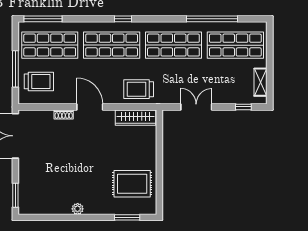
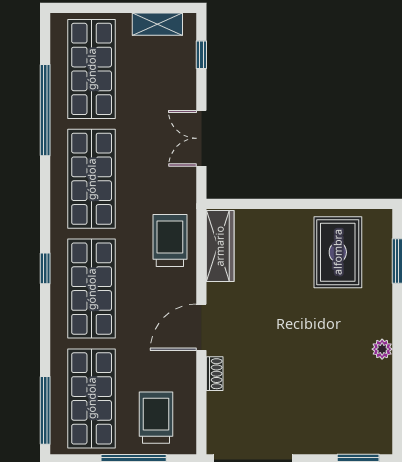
trolley: (139, 89) -> (170, 241), turned 180

